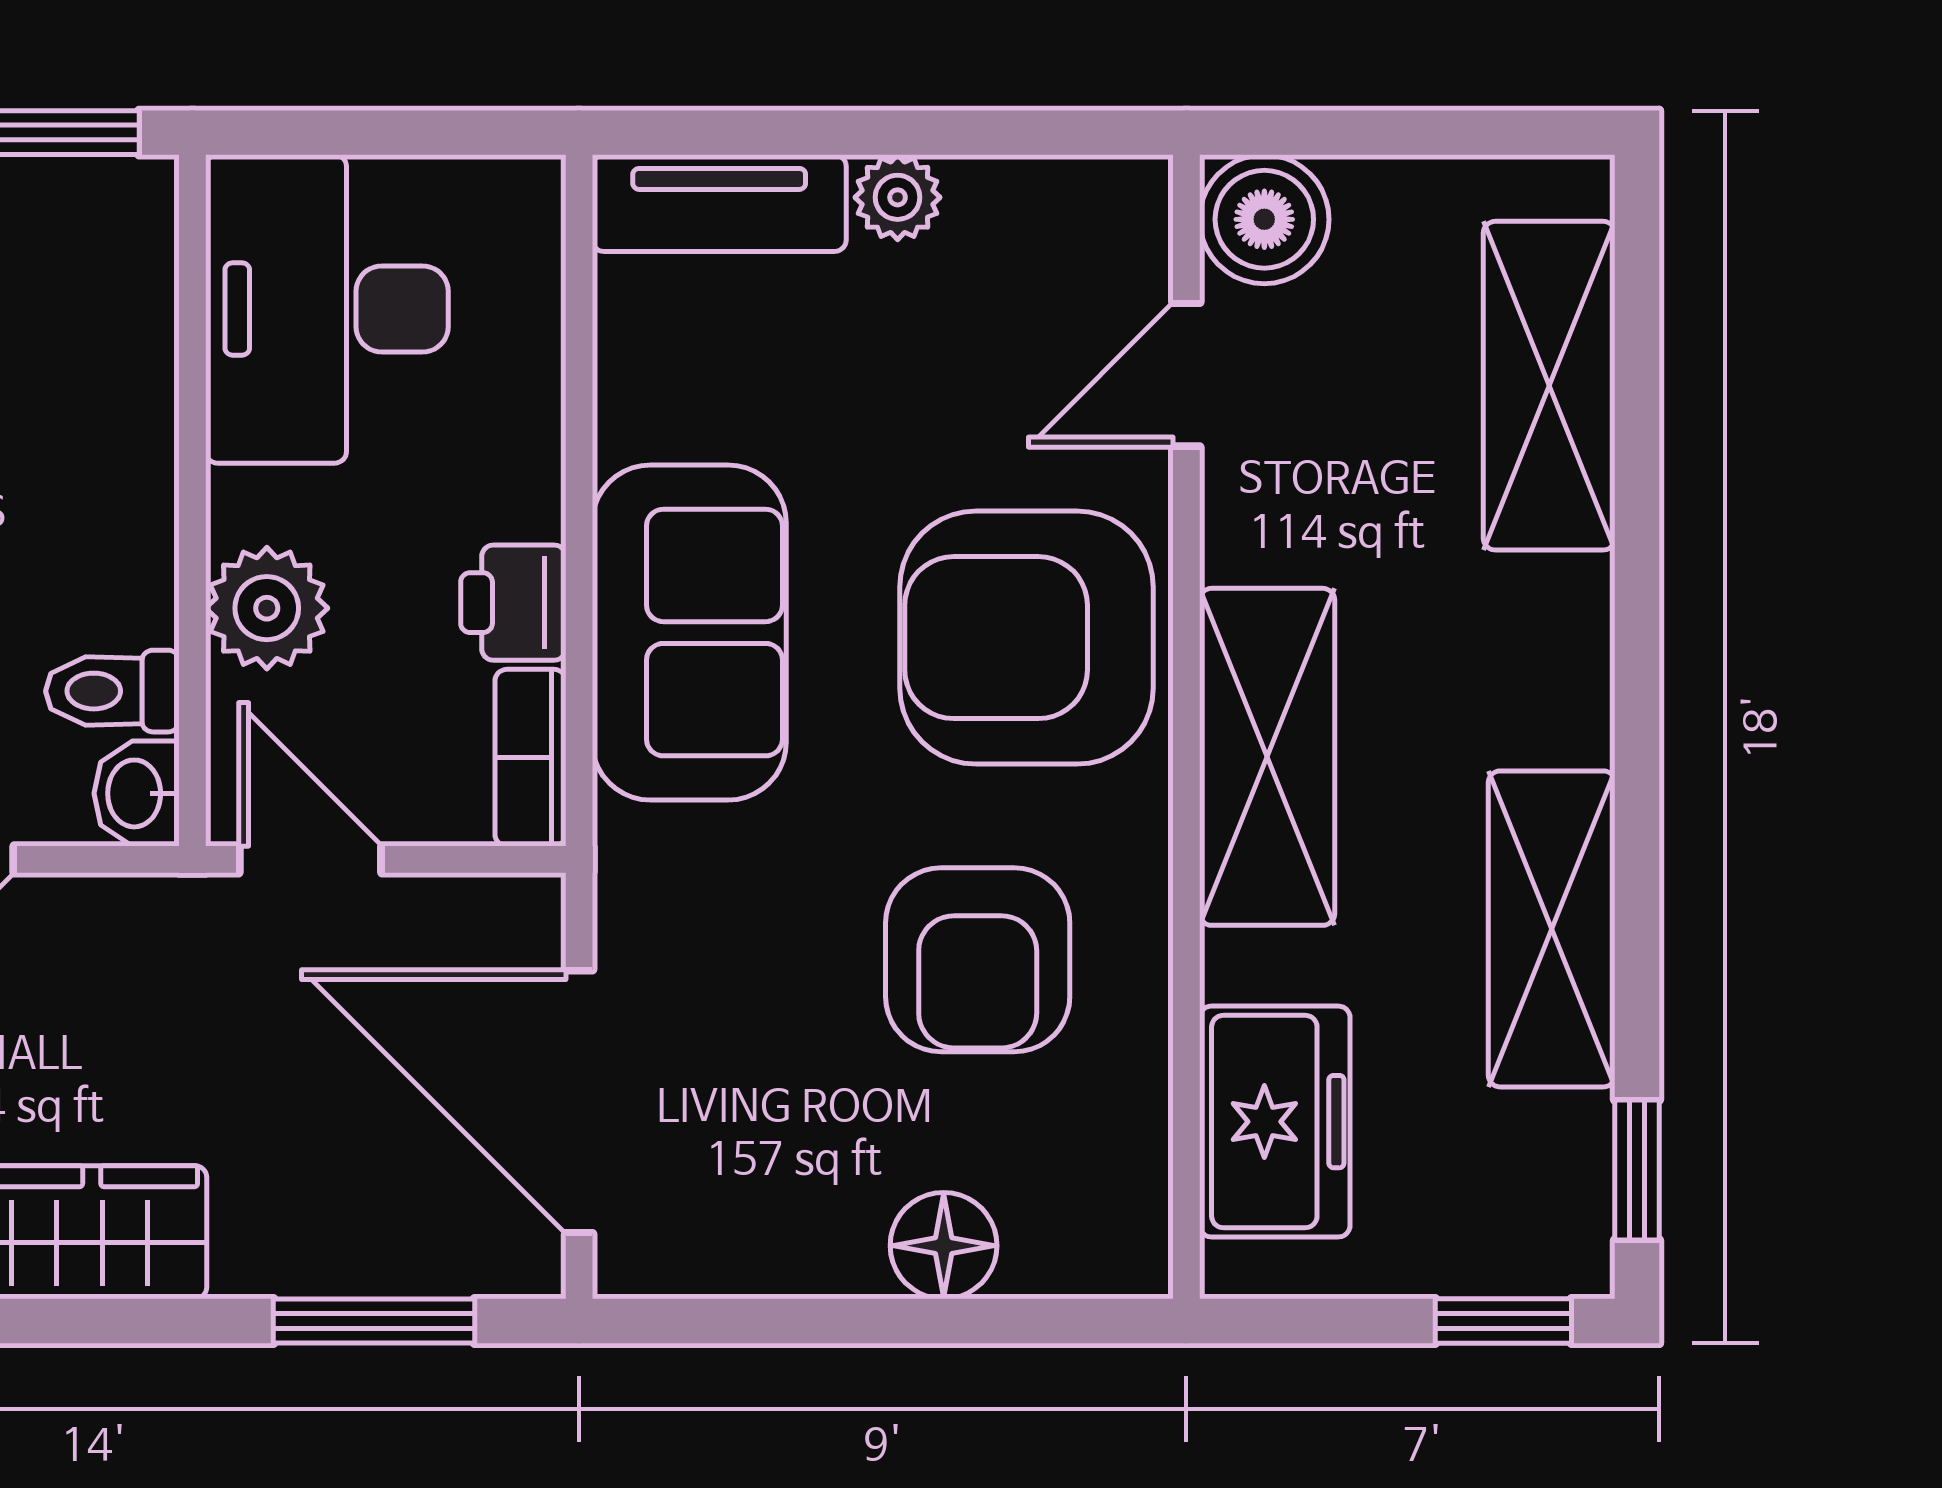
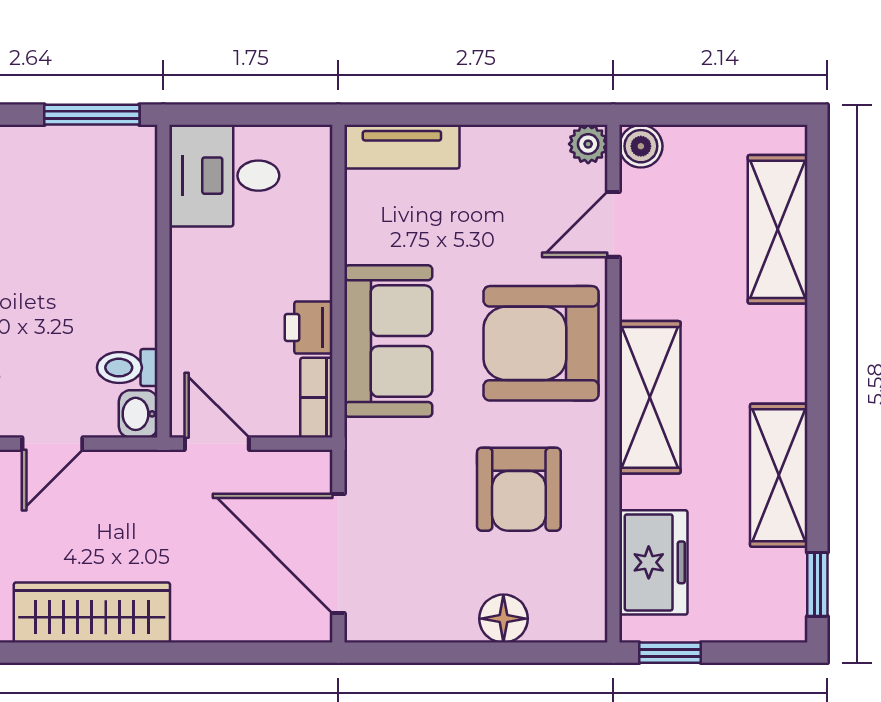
plant: (898, 197) -> (588, 144), moved
boiler: (1264, 219) -> (641, 146), width x0.73, depth x0.73
desk: (327, 309) -> (224, 176), width x0.73
plant: (267, 608) -> (197, 330), removed
window: (374, 1321) -> (246, 653), removed
window: (1503, 1321) -> (670, 653), moved

